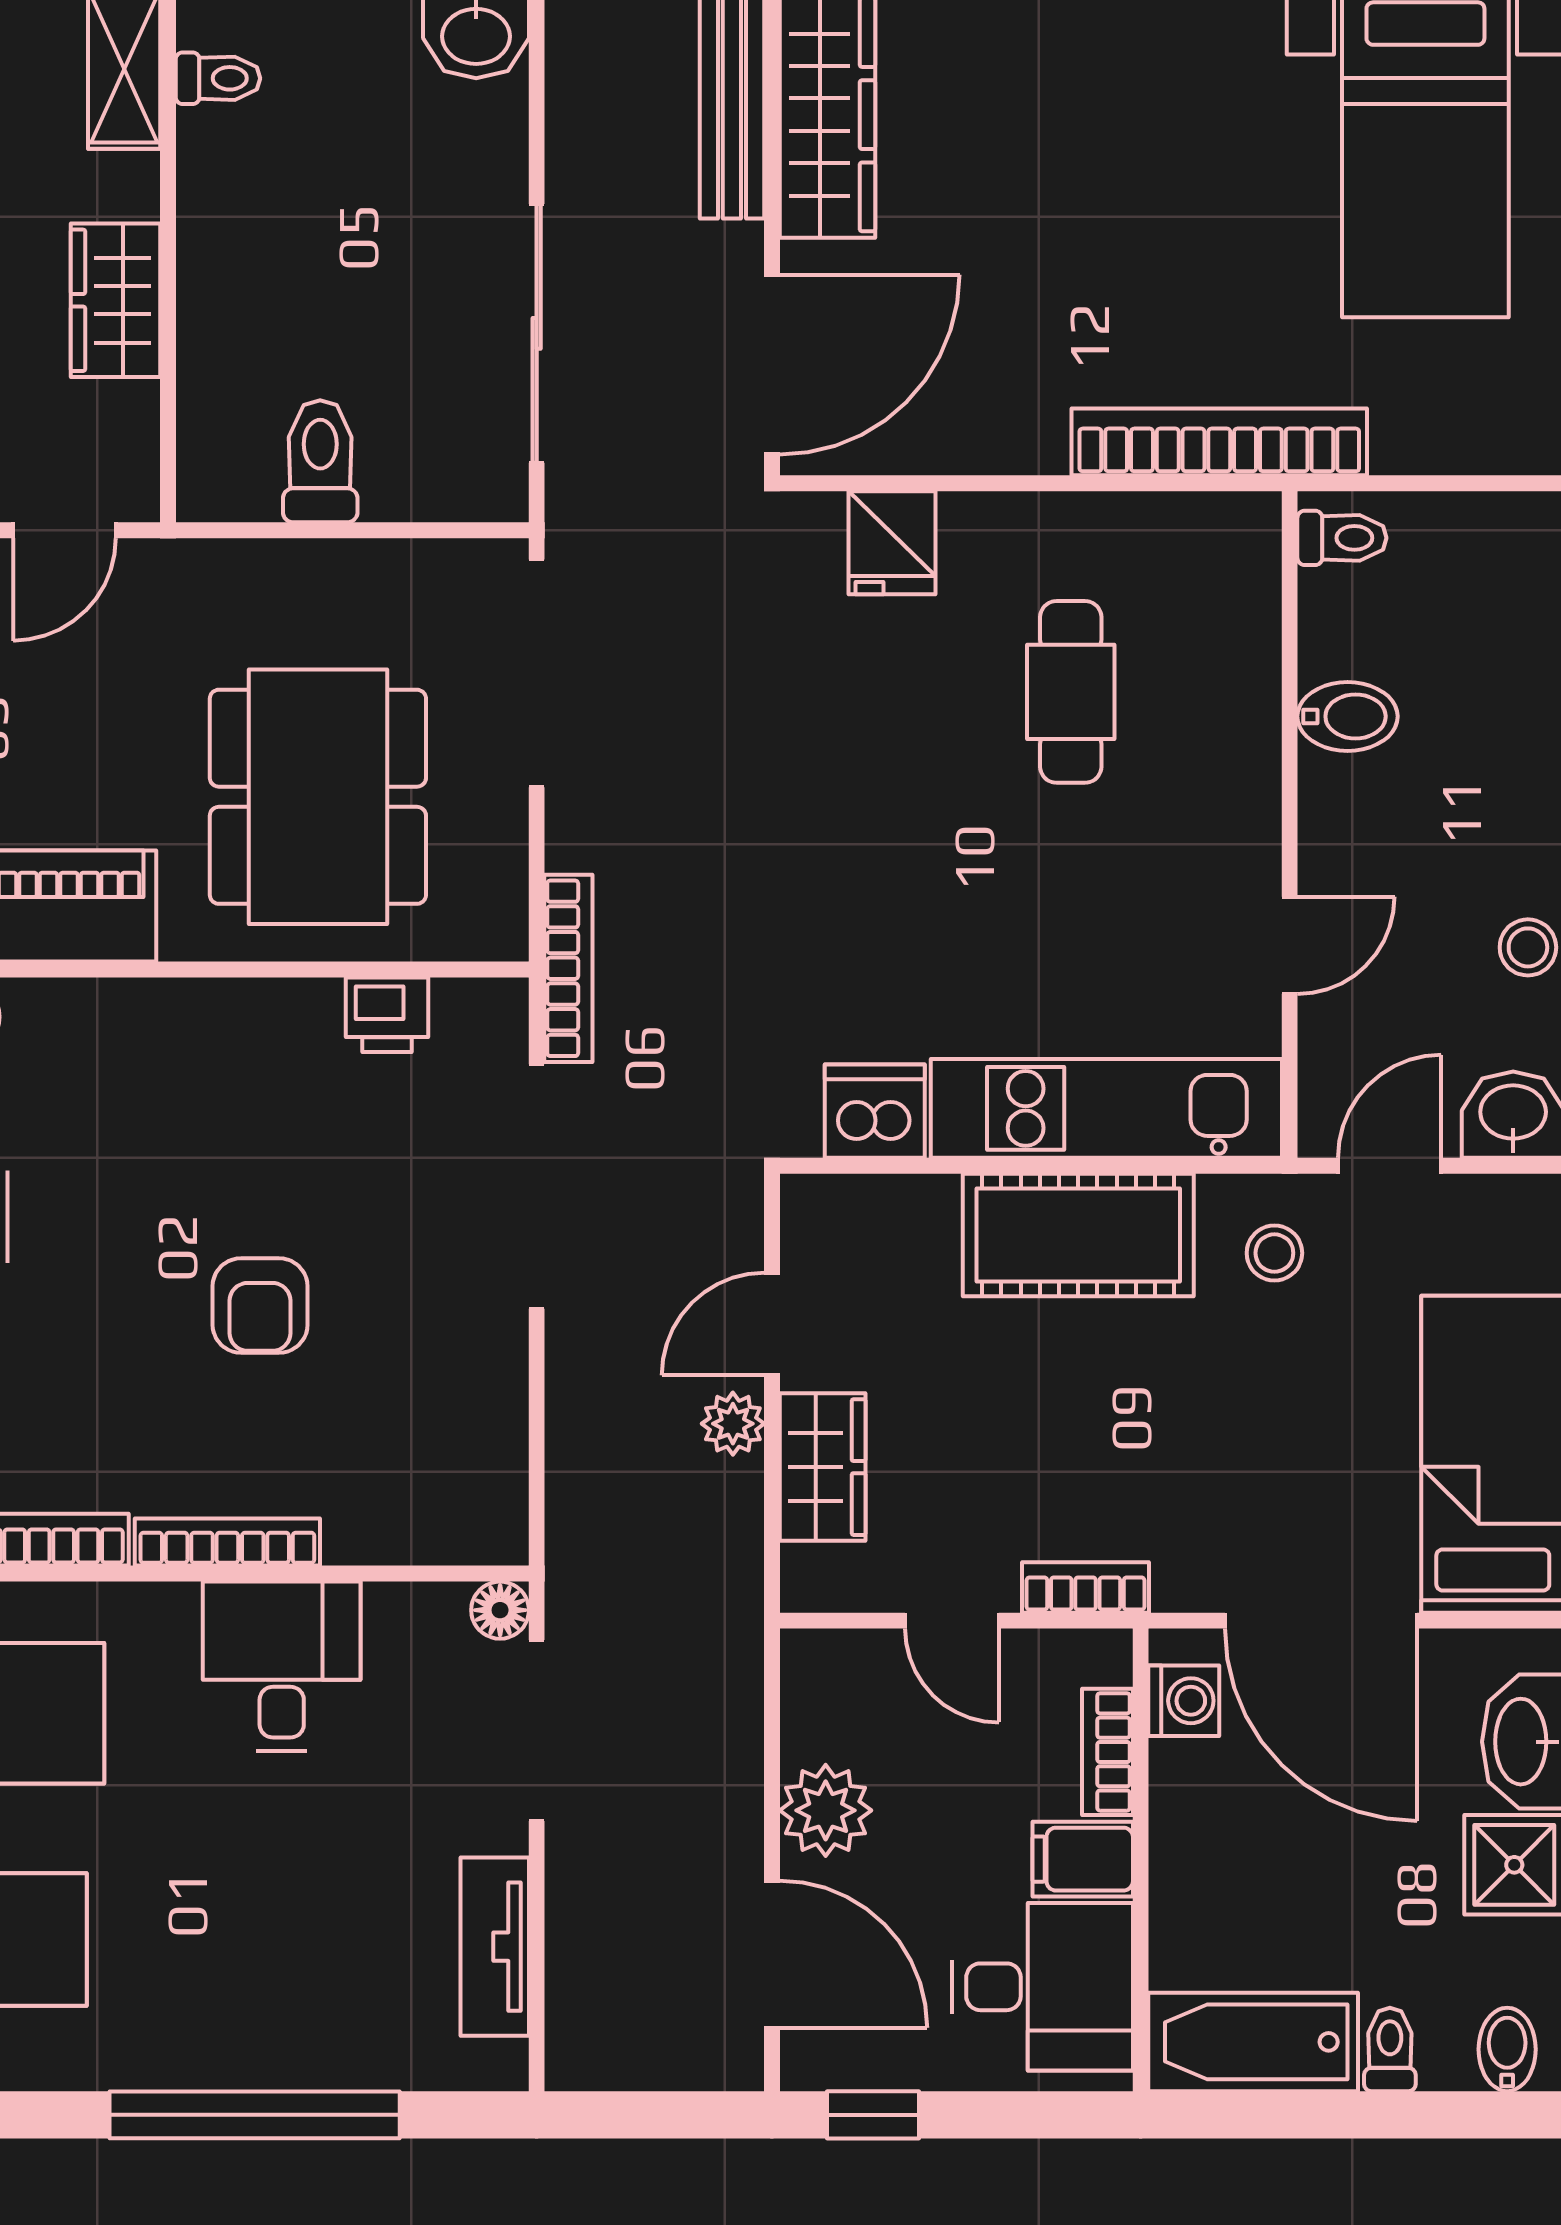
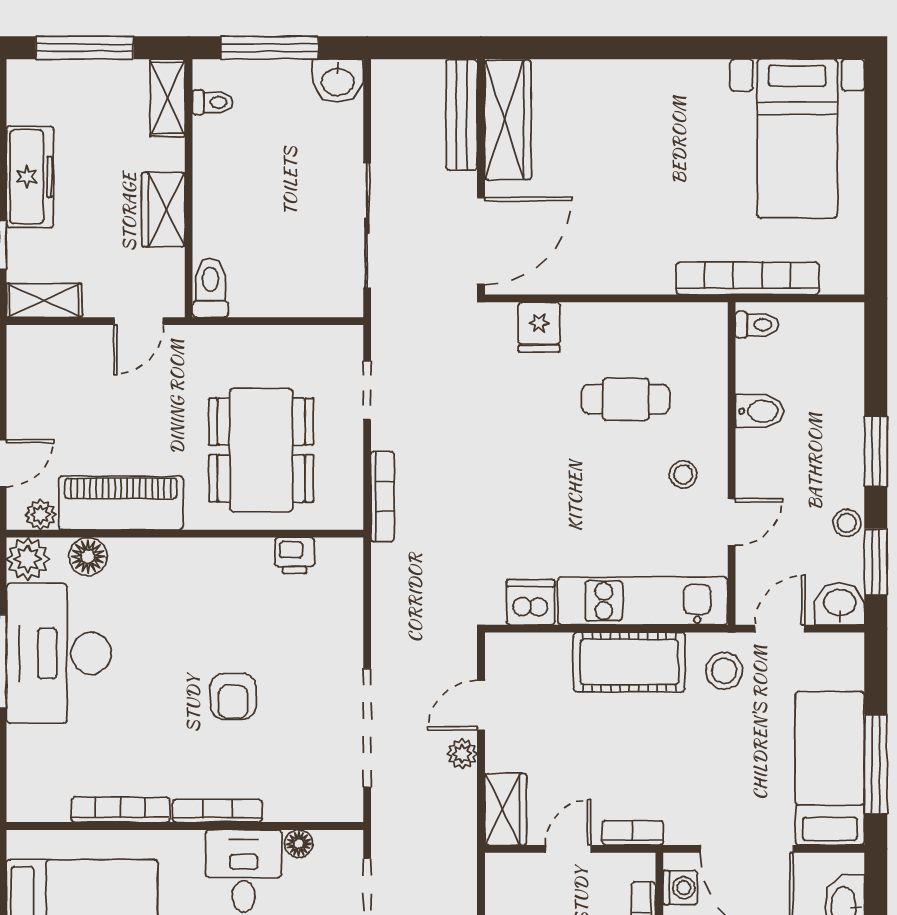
bookcase: (1219, 442) -> (748, 278), moved
toilet: (320, 461) -> (210, 288), moved
doorway: (537, 673) -> (367, 390), width x0.53
cafe table: (1071, 692) -> (626, 399), turned 90
stool: (1190, 847) -> (683, 475), added
bookcase: (568, 968) -> (382, 497), moved
doorway: (537, 1187) -> (367, 728), moved
stool: (1274, 1253) -> (724, 671), width x1.37, depth x1.37
wardrobe: (823, 1467) -> (506, 809), moved
floor lamp: (500, 1610) -> (299, 844), moved
door: (952, 1621) -> (568, 849), swing flipped

